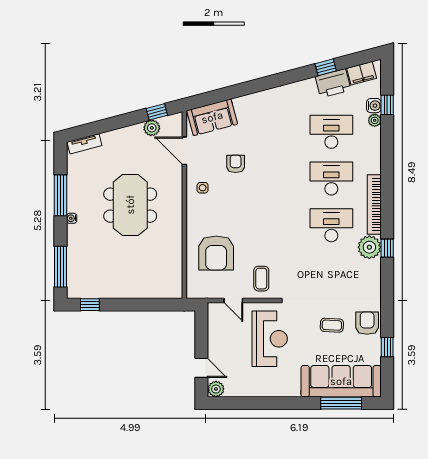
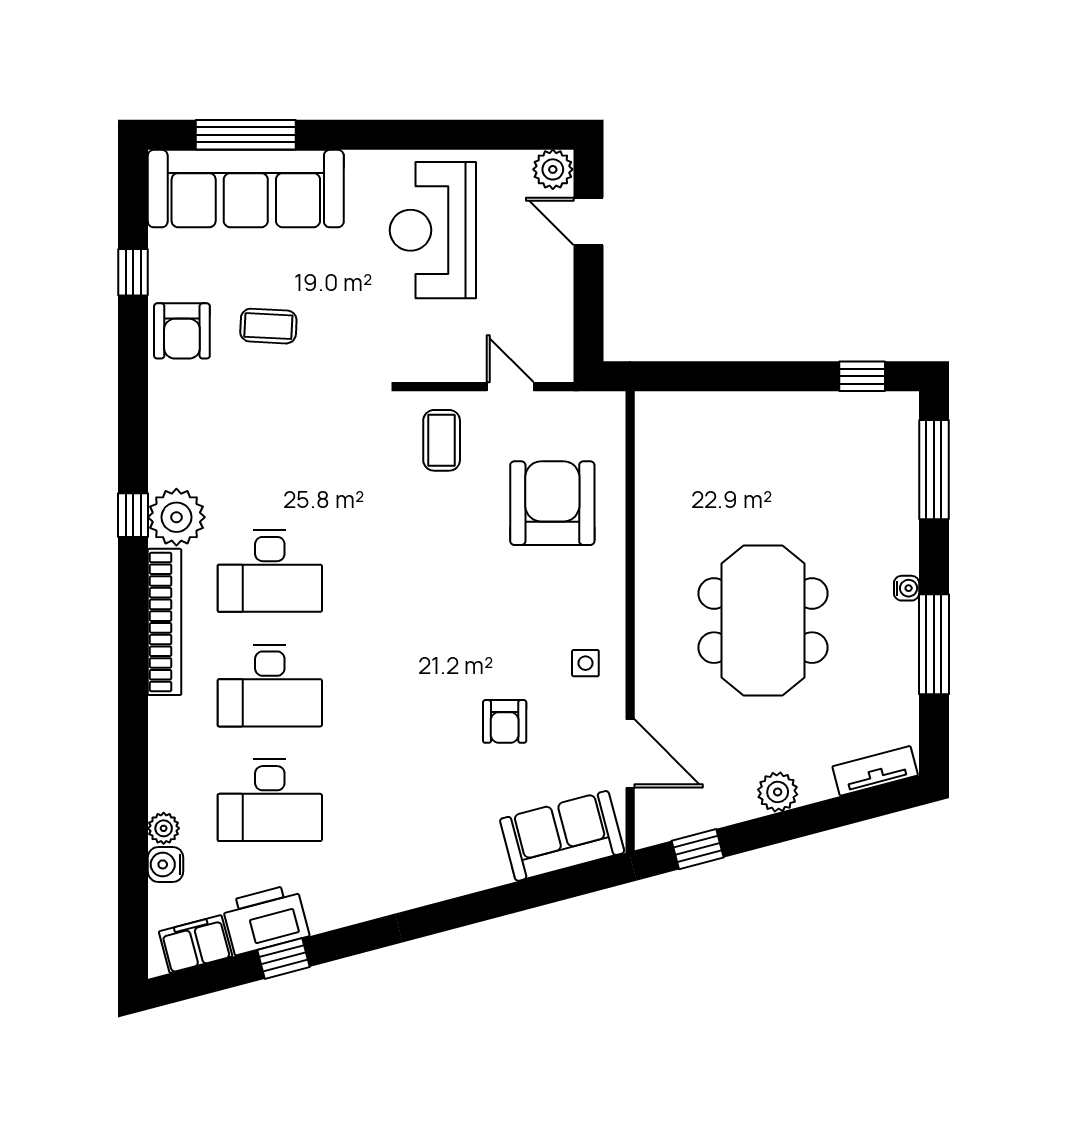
window: (387, 105) -> (133, 866), removed
plant: (152, 128) -> (778, 792), moved
reception desk: (270, 339) -> (433, 230), moved

